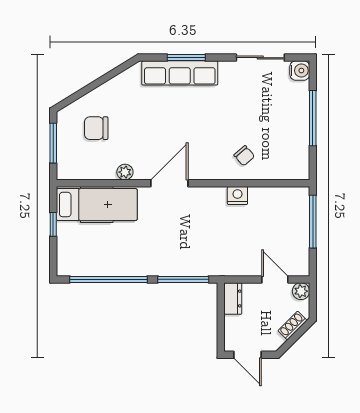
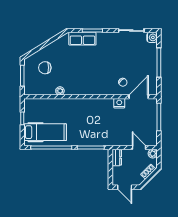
row of seats: (180, 73) -> (82, 39), width x0.68
door: (169, 183) -> (139, 97), moved
hospital bed: (97, 205) -> (45, 132), moved

